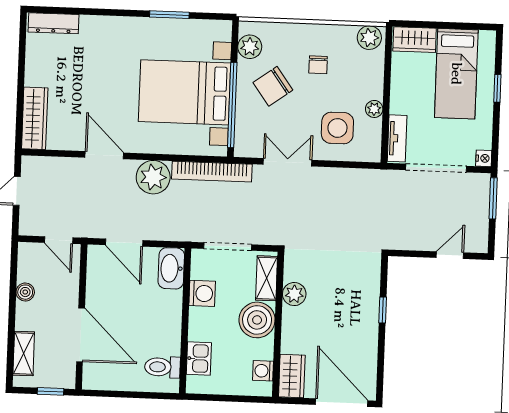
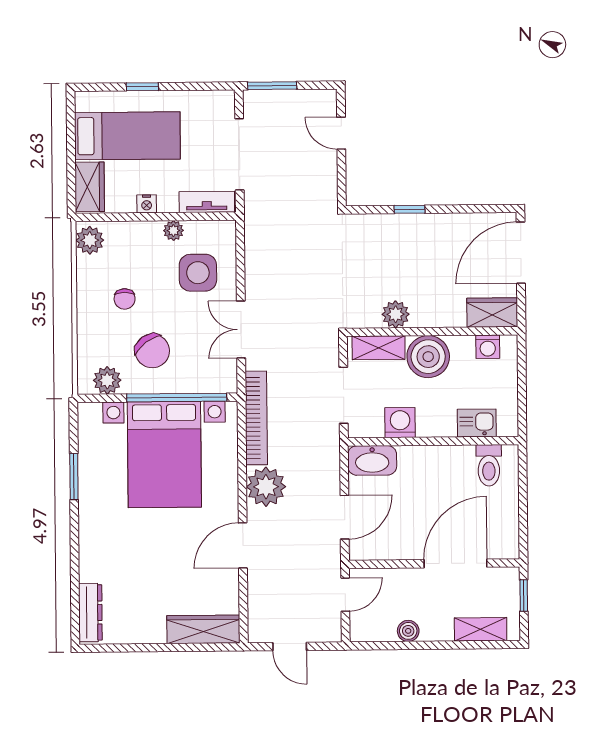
chair: (318, 65) -> (125, 299), turned 90
nightstand: (484, 158) -> (147, 204), moved, turned 180

